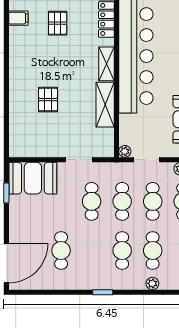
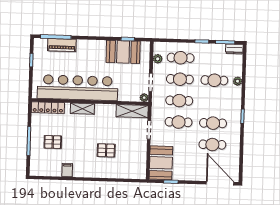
filing cabinet: (18, 18) -> (67, 170), moved
shelving: (105, 105) -> (132, 111), moved
cafe table: (122, 251) -> (213, 123), moved

